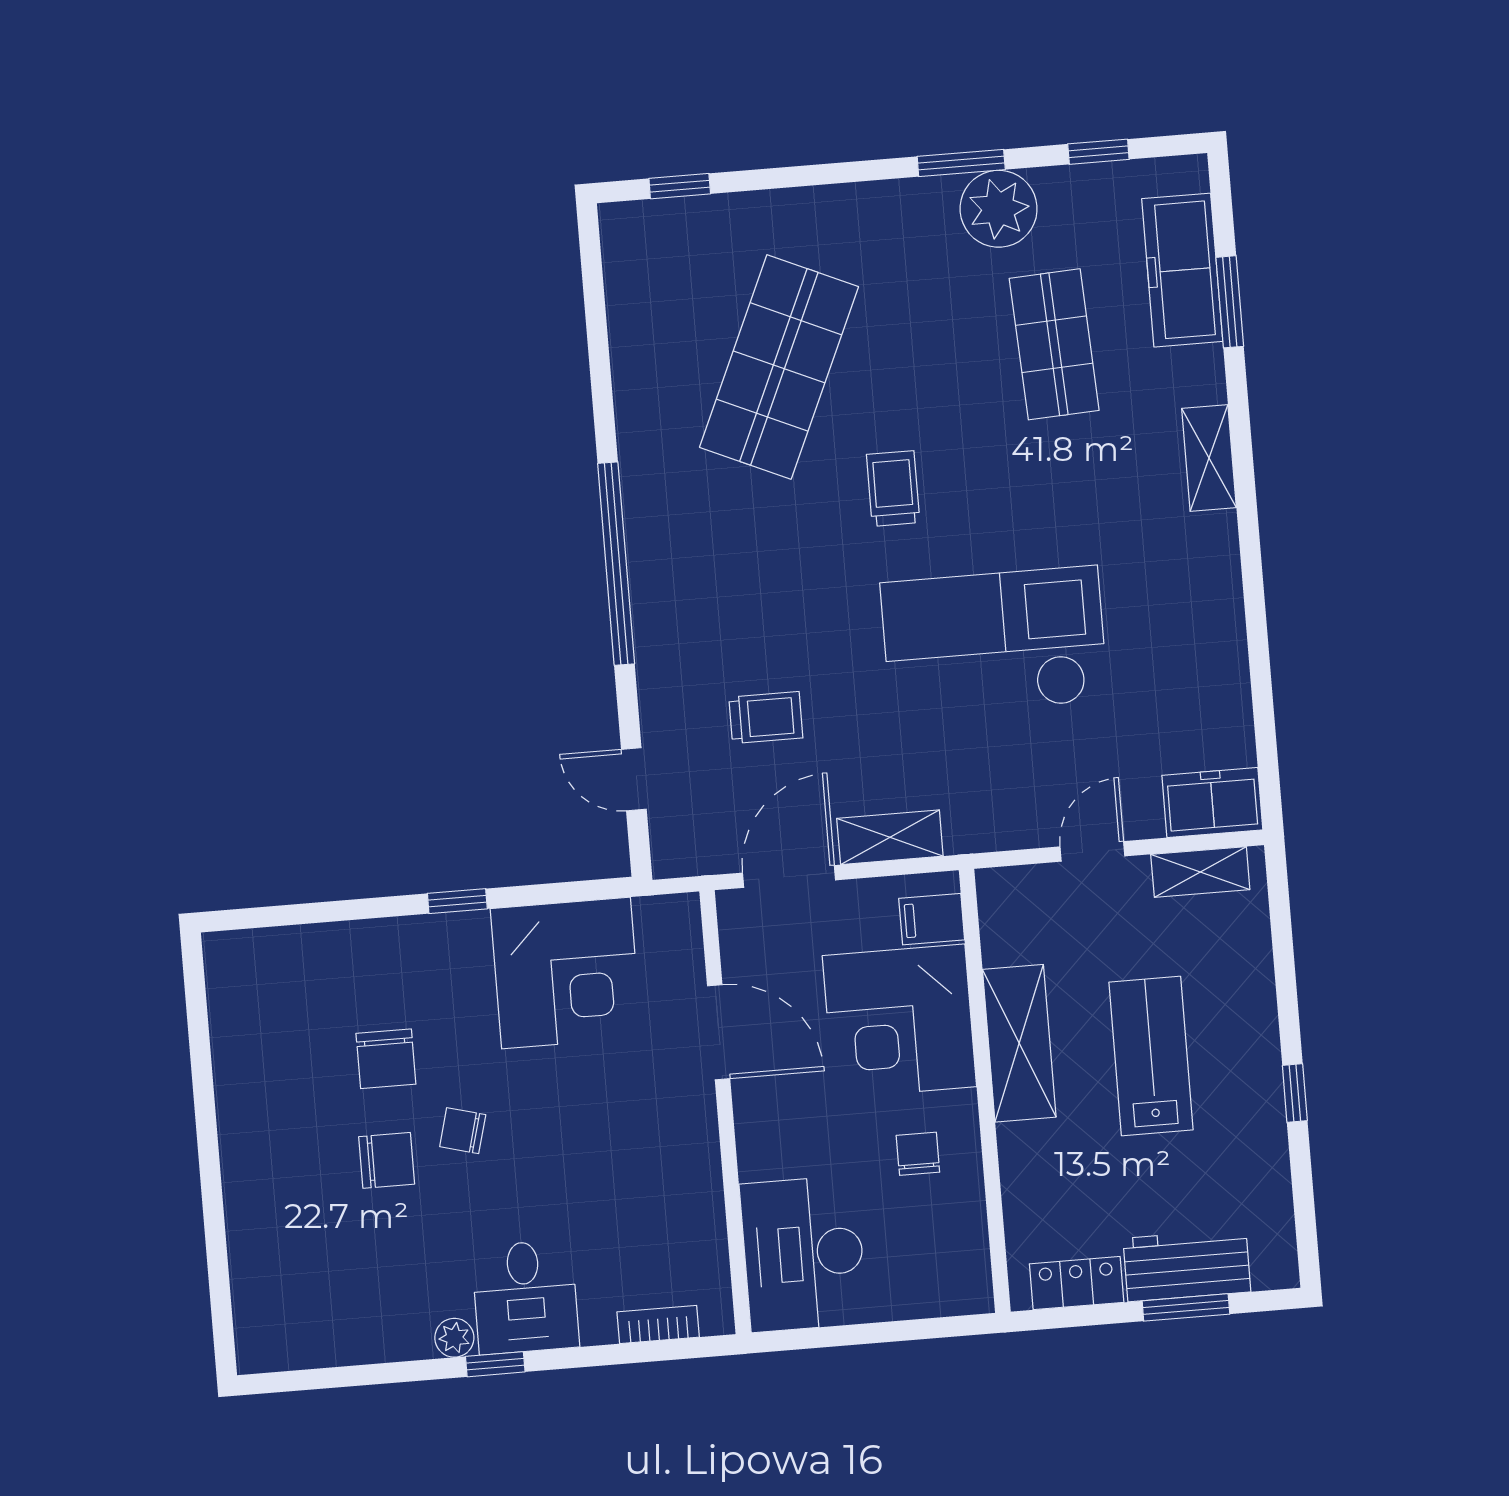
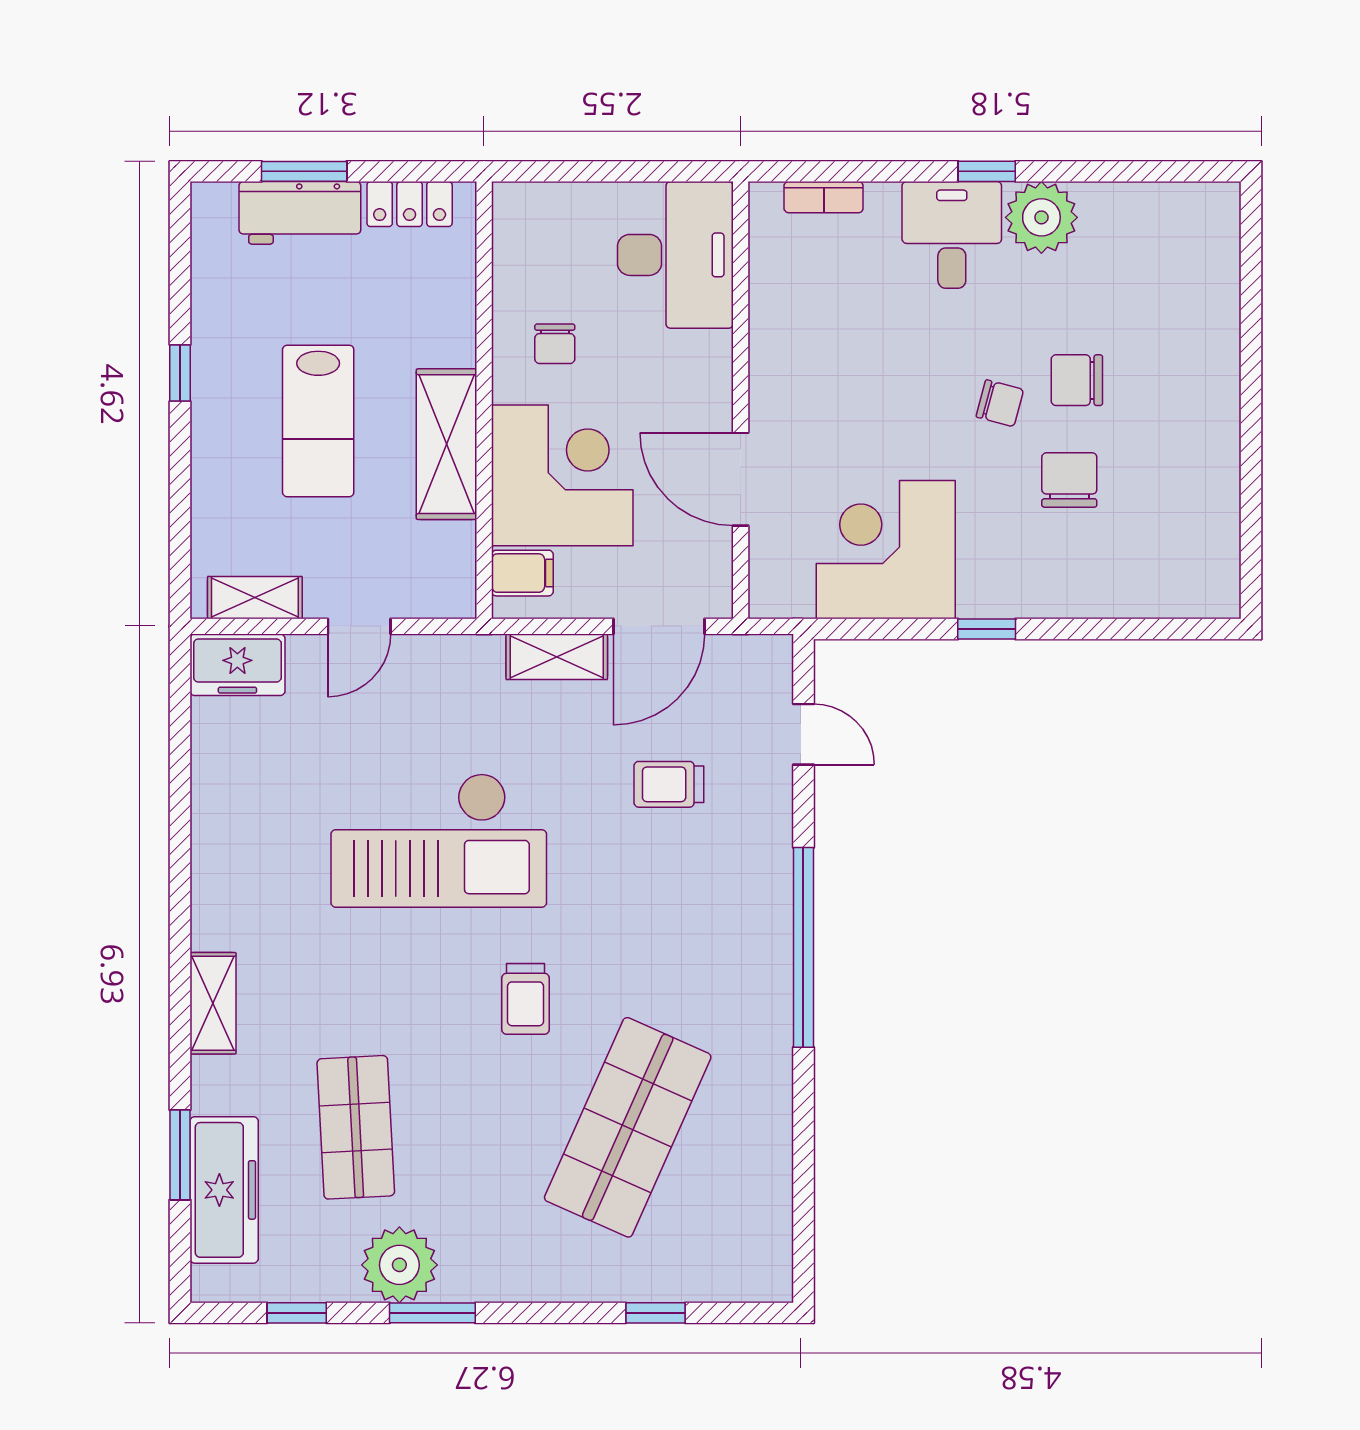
window: (680, 186) -> (655, 1313), moved
plant: (454, 1338) -> (1041, 217), width x1.88, depth x1.88

